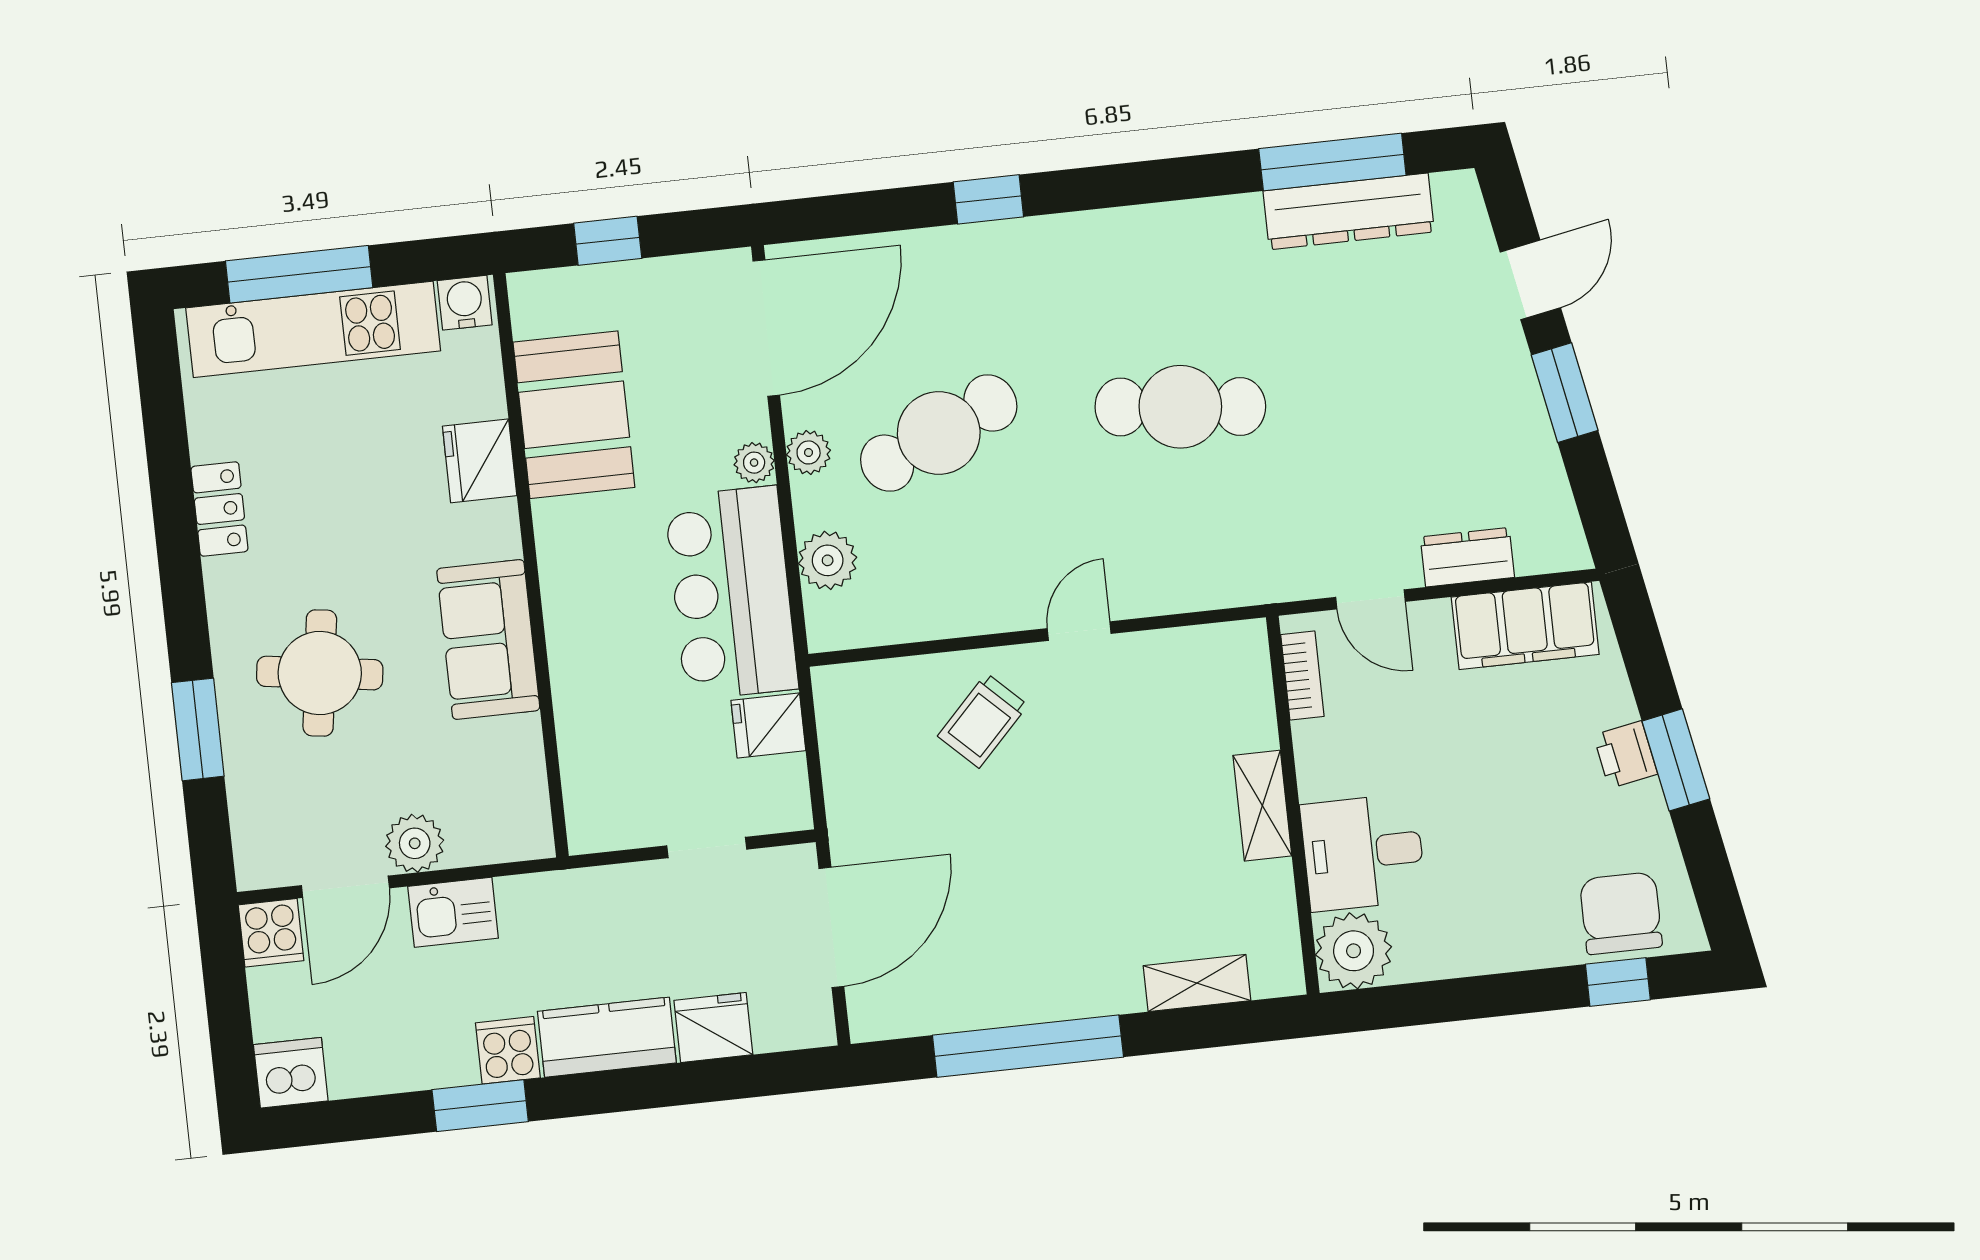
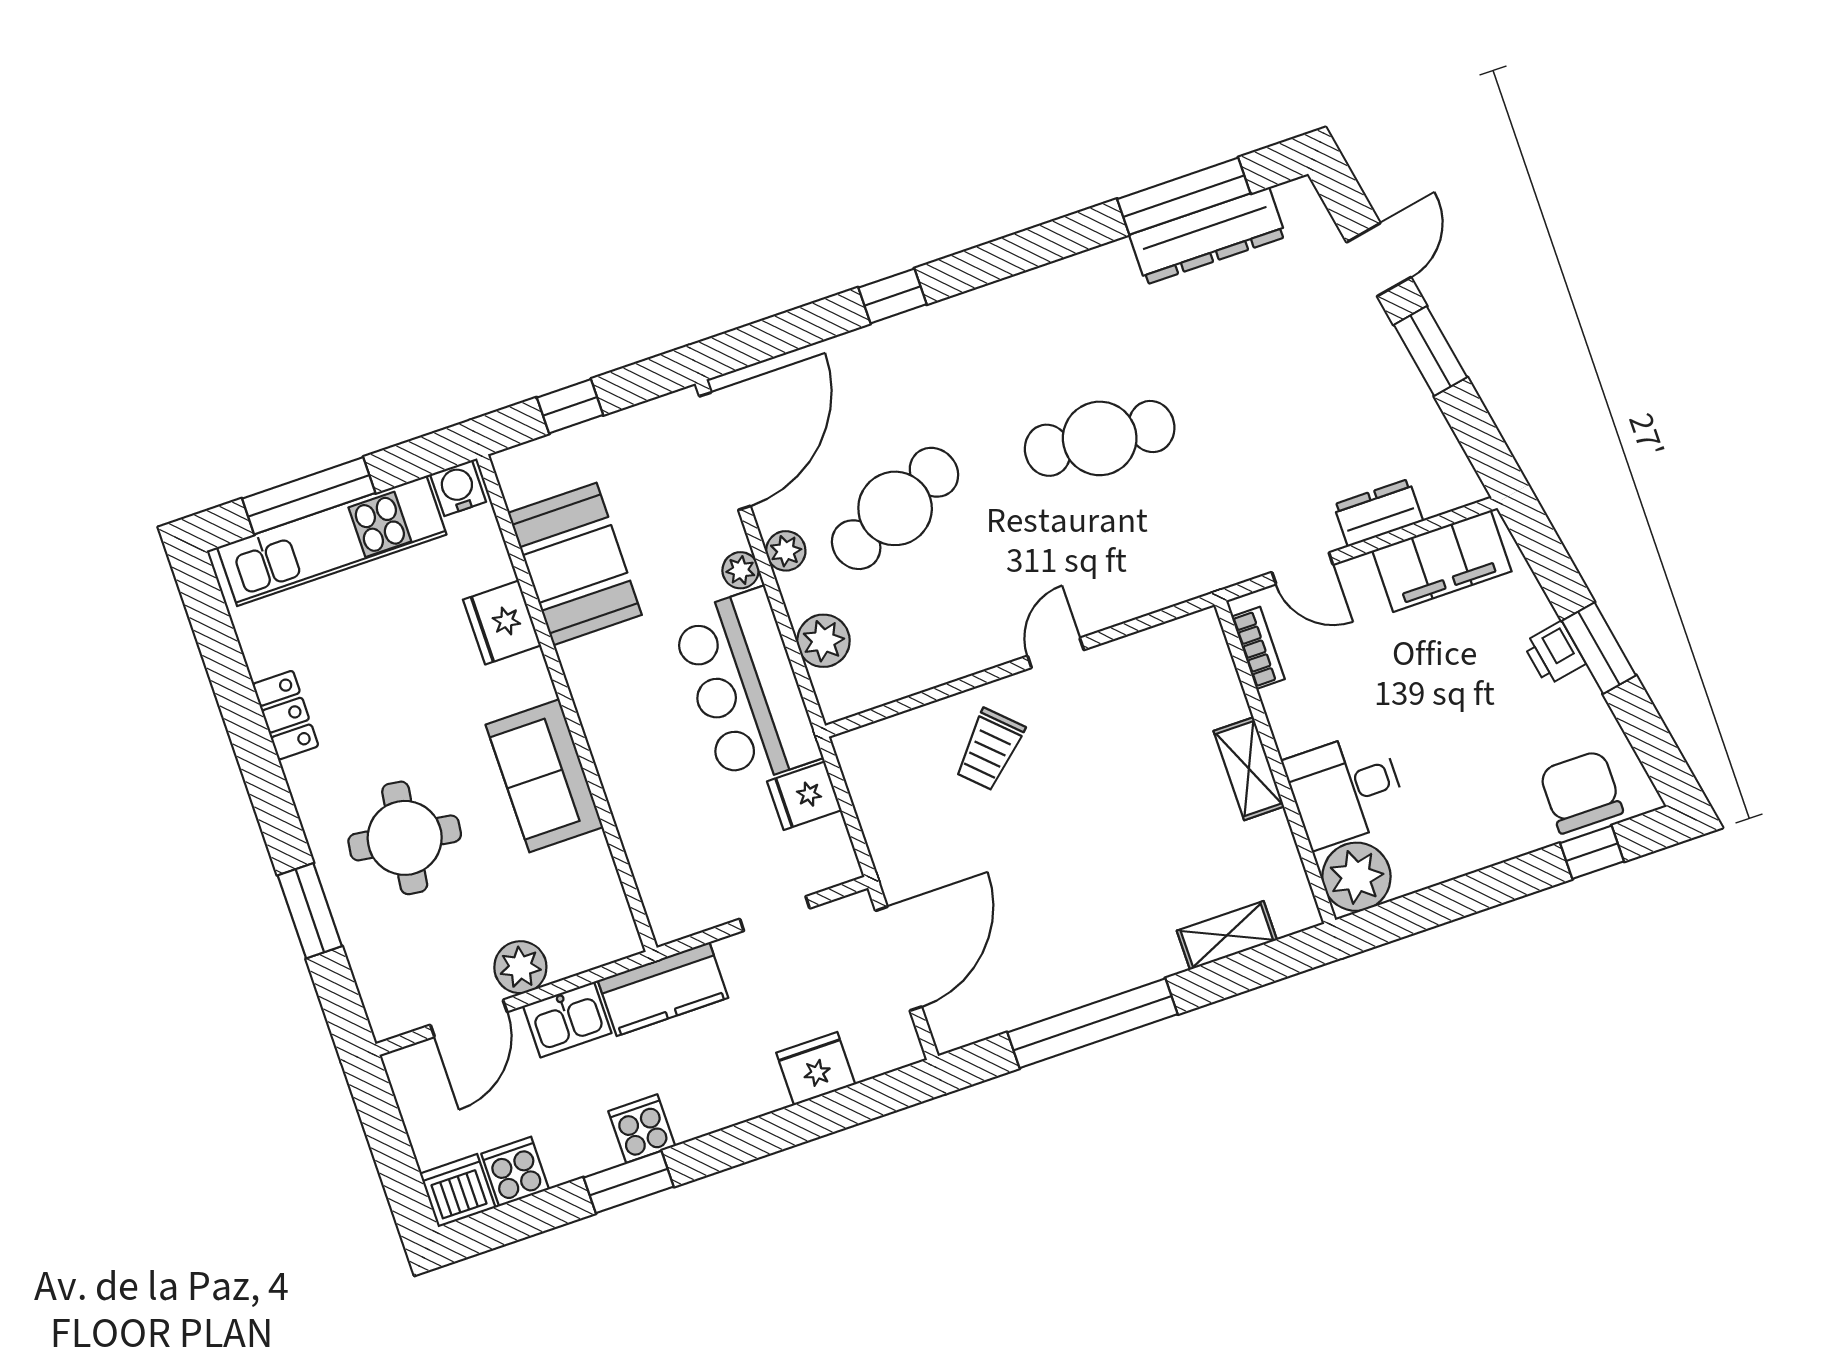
cooker: (271, 933) -> (515, 1171), moved, turned 180
kitchen counter: (607, 1037) -> (663, 989), moved, turned 180

